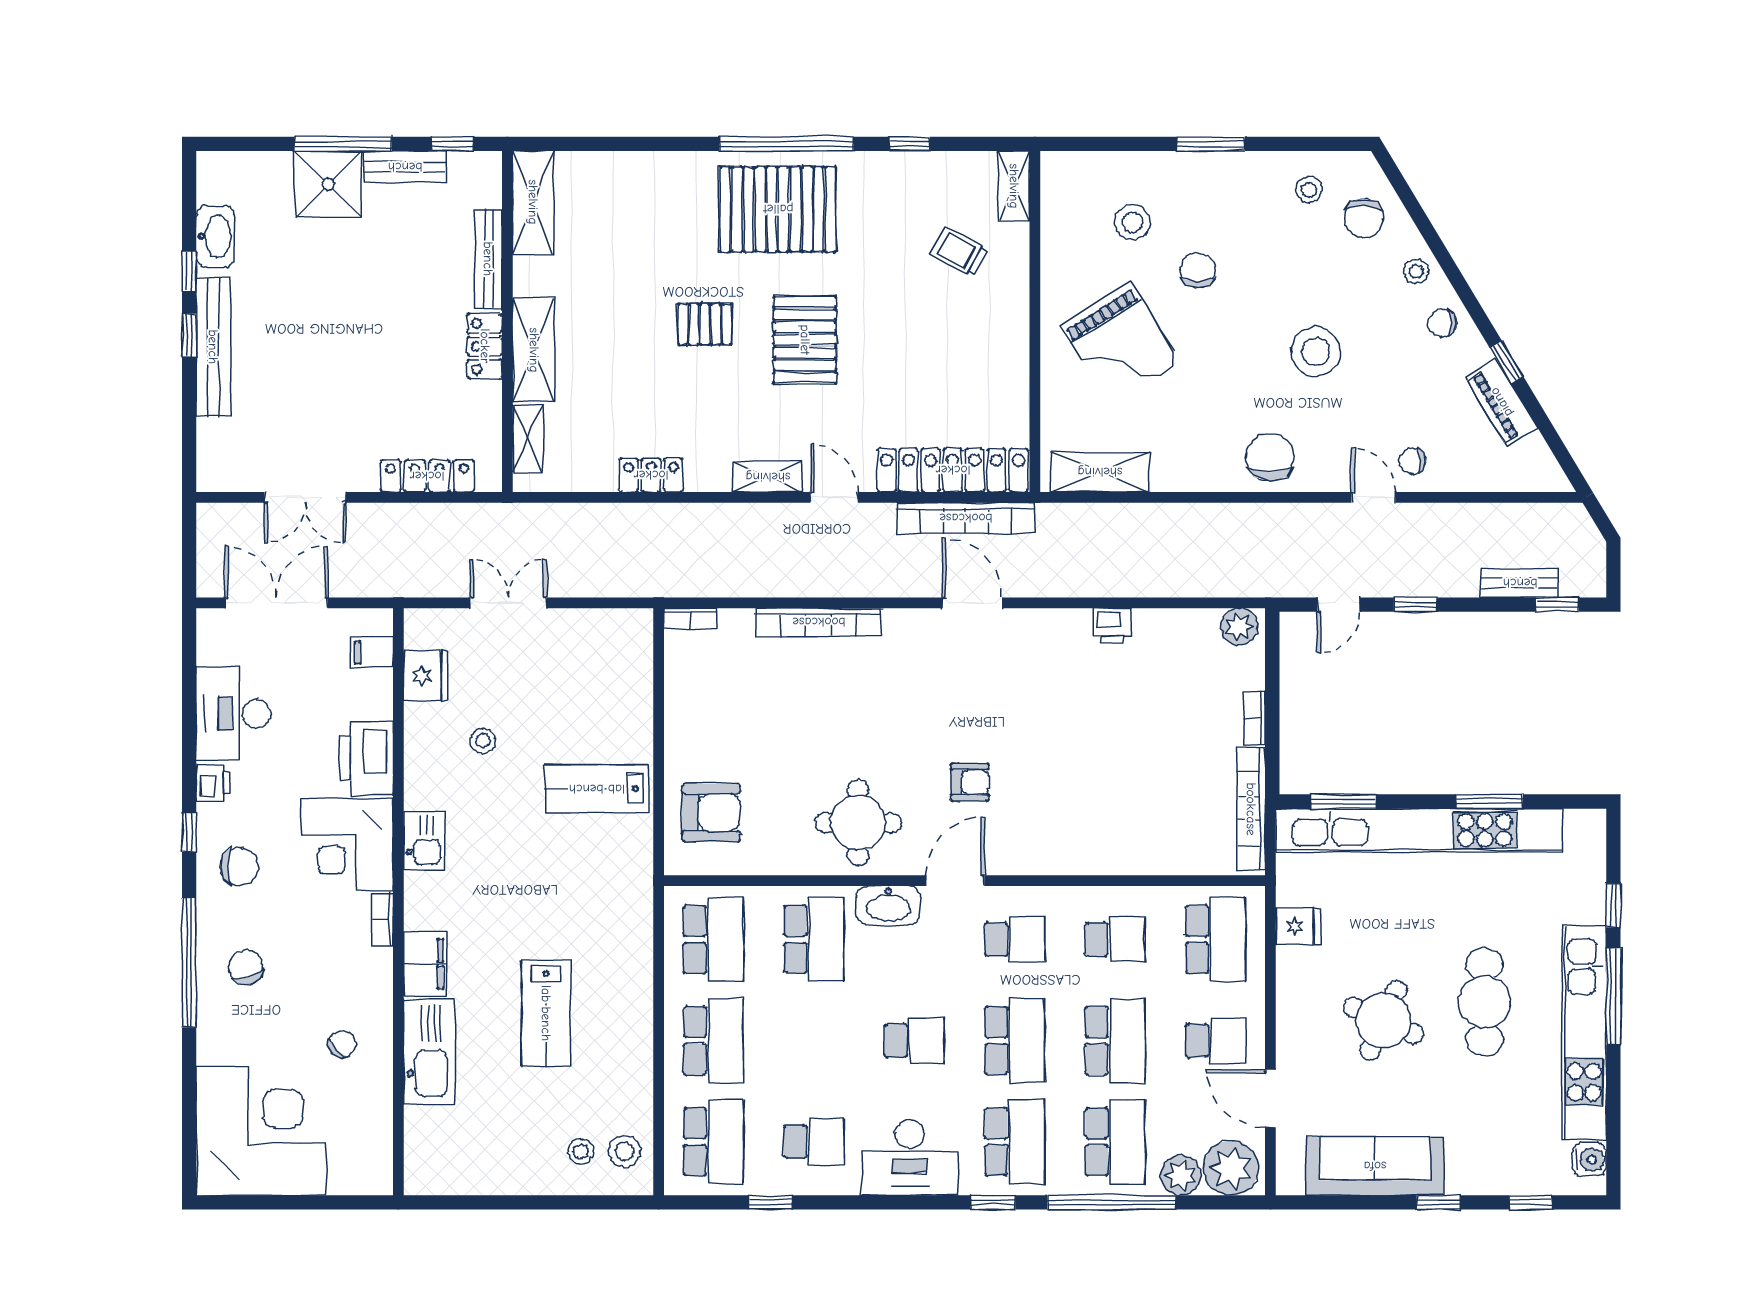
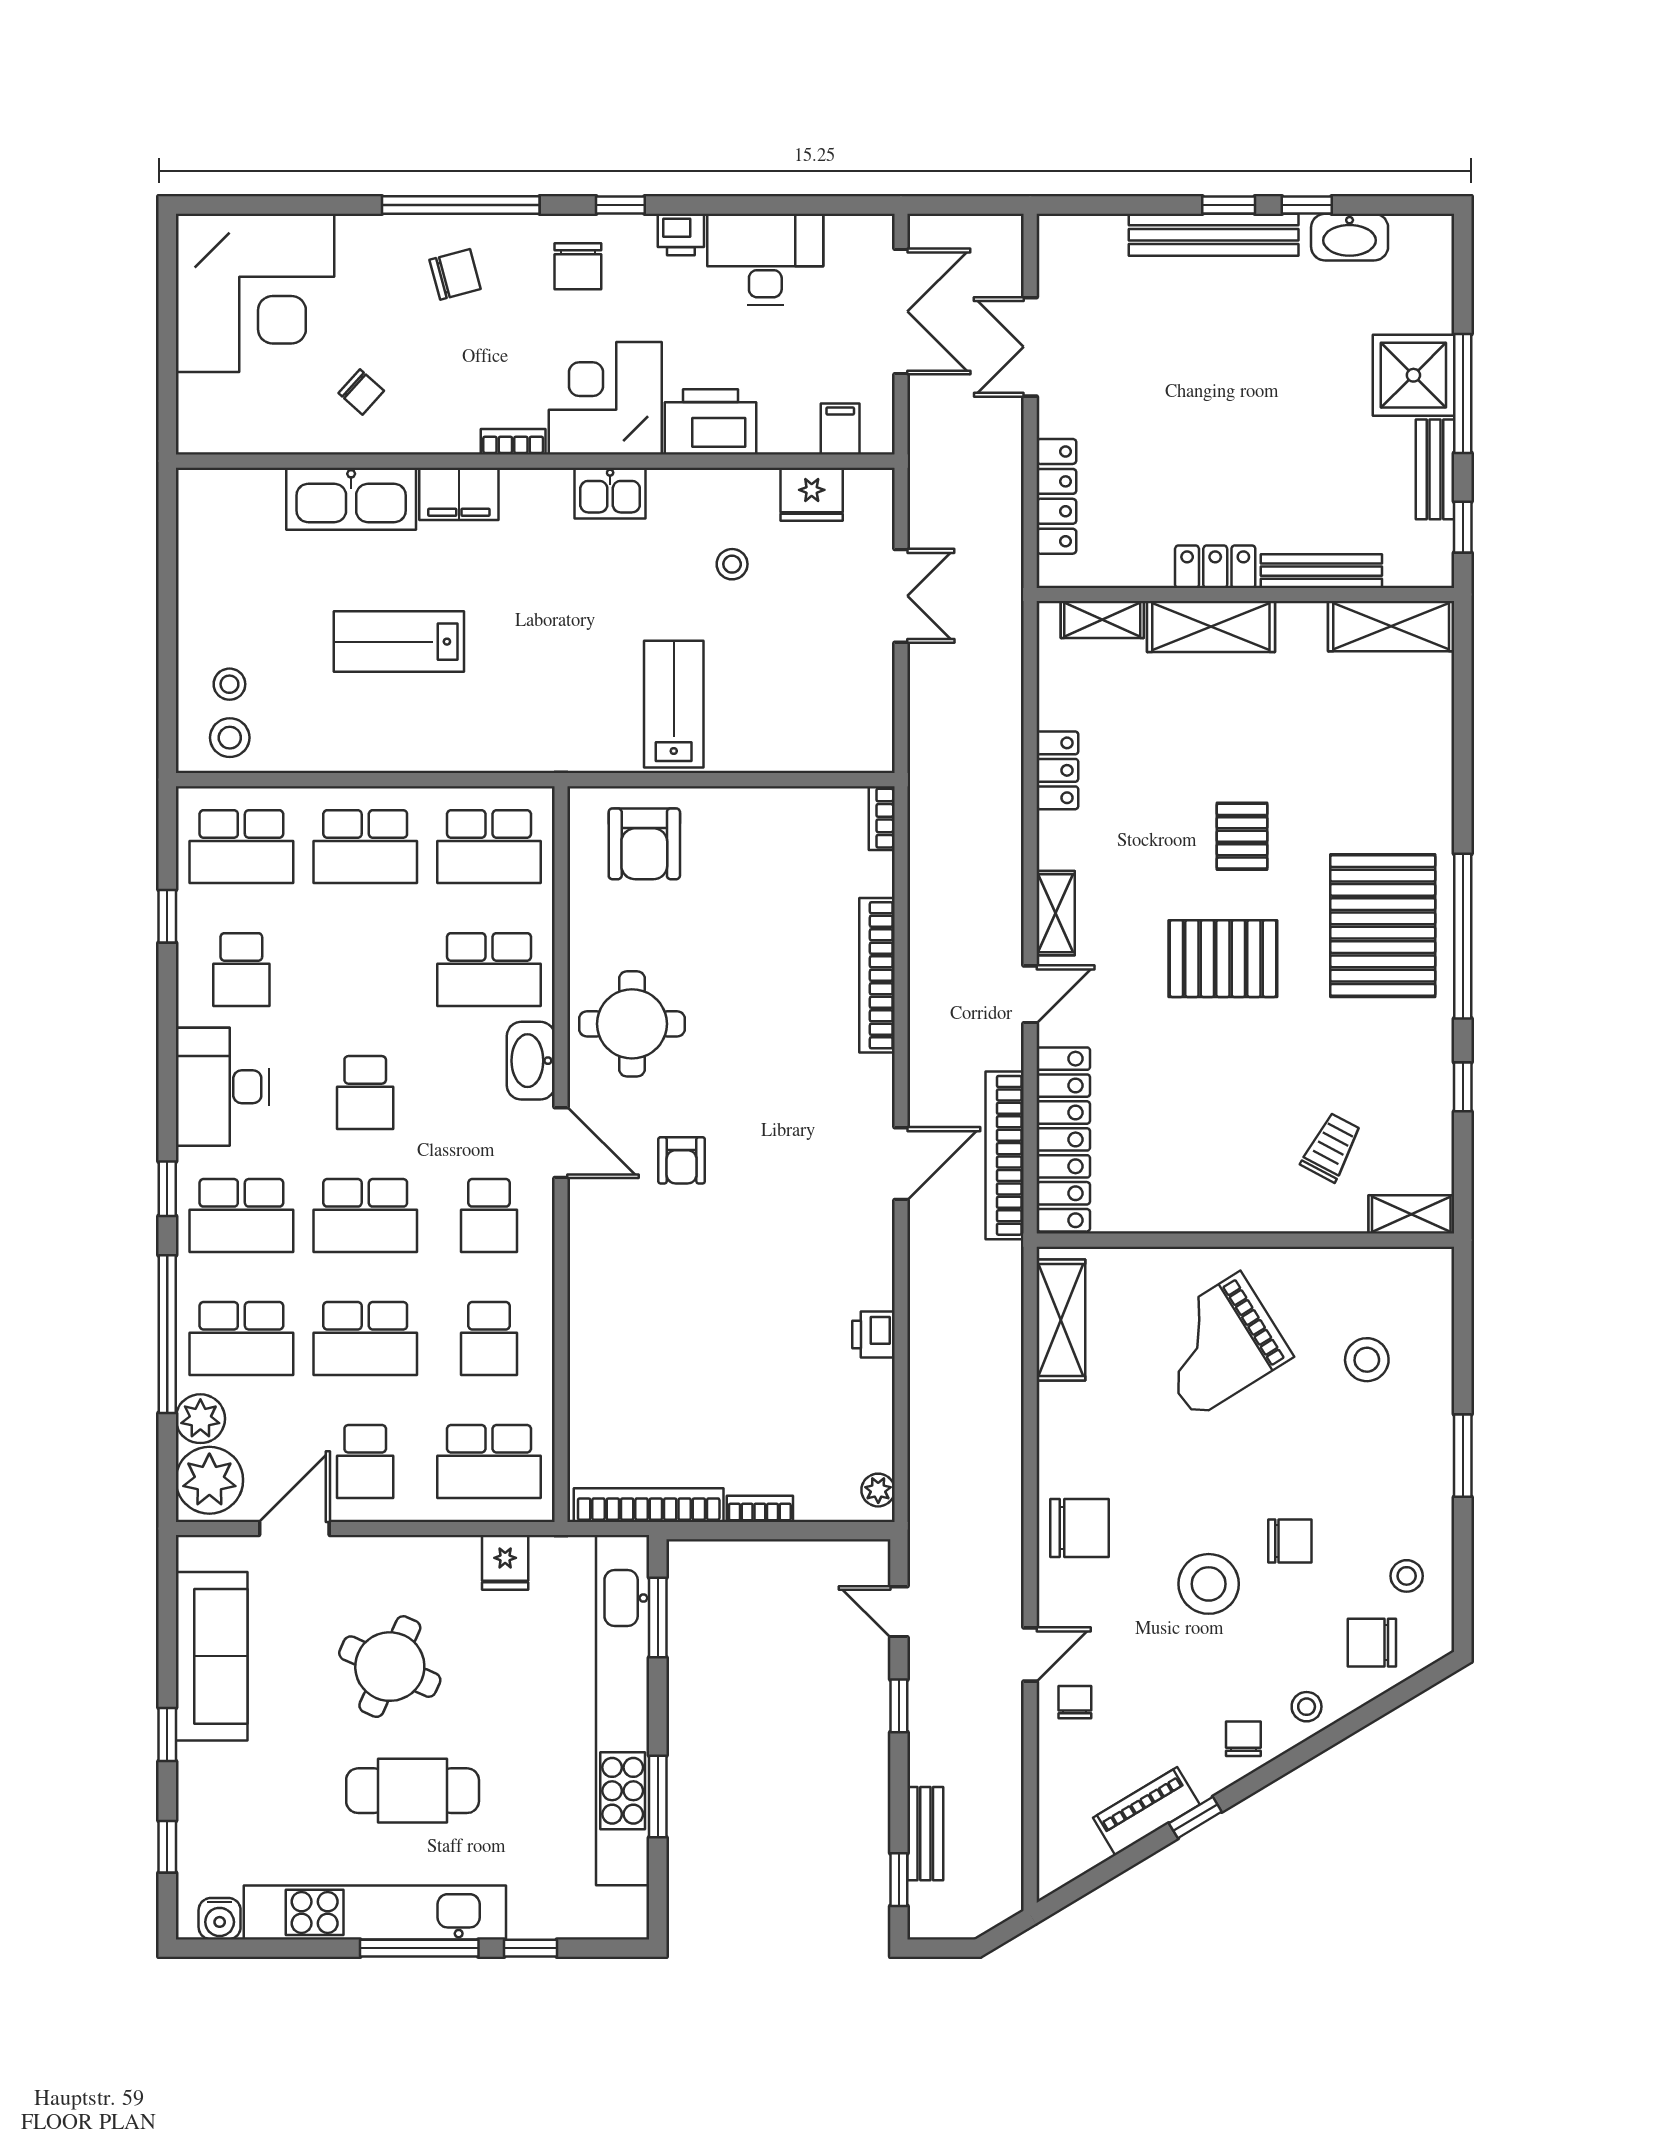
chair: (1198, 270) -> (1290, 1541), moved
plant: (1239, 627) -> (878, 1490), width x0.73, depth x0.73

